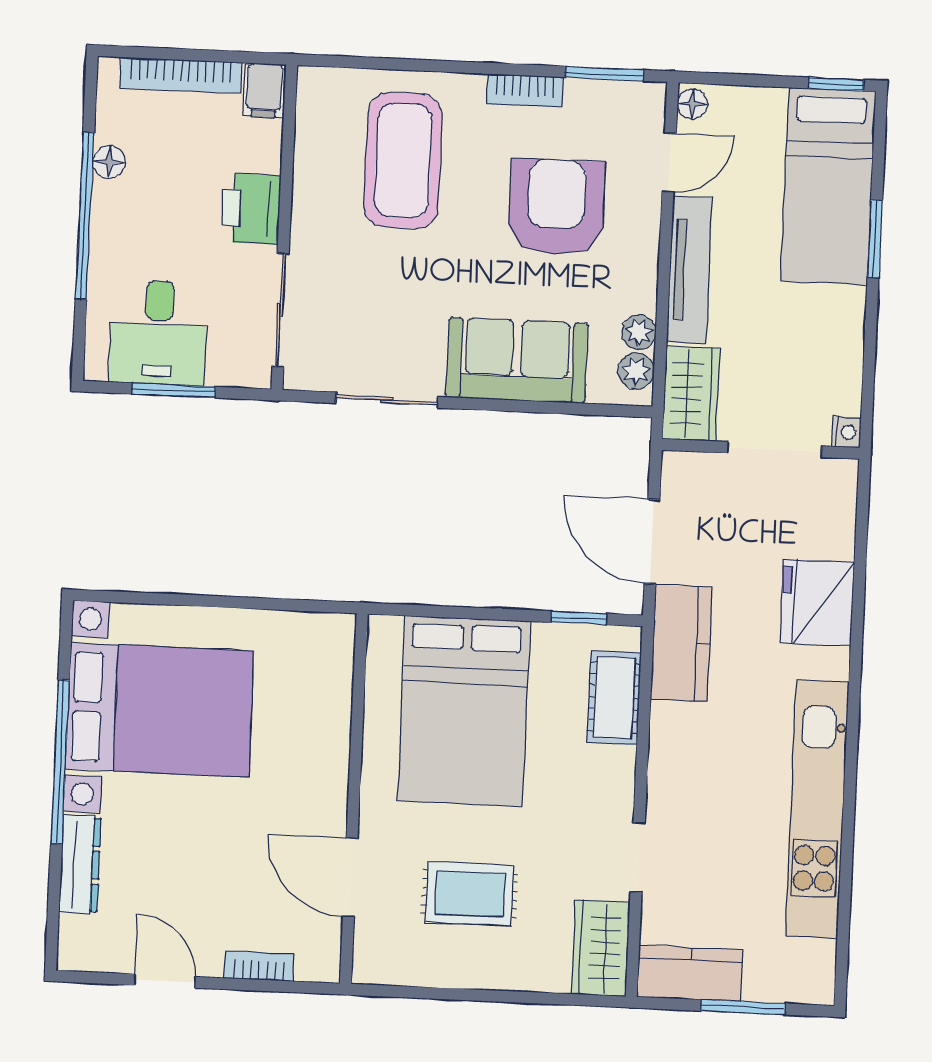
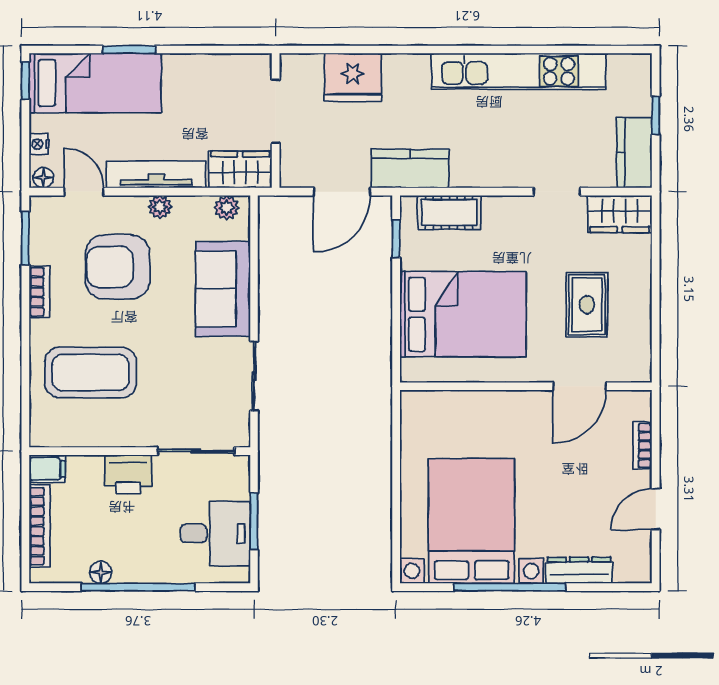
plant: (639, 332) -> (160, 207), moved
nightstand: (846, 432) -> (39, 144), moved, turned -90
fridge: (817, 603) -> (353, 77), moved
window: (743, 1007) -> (656, 115), width x0.67

